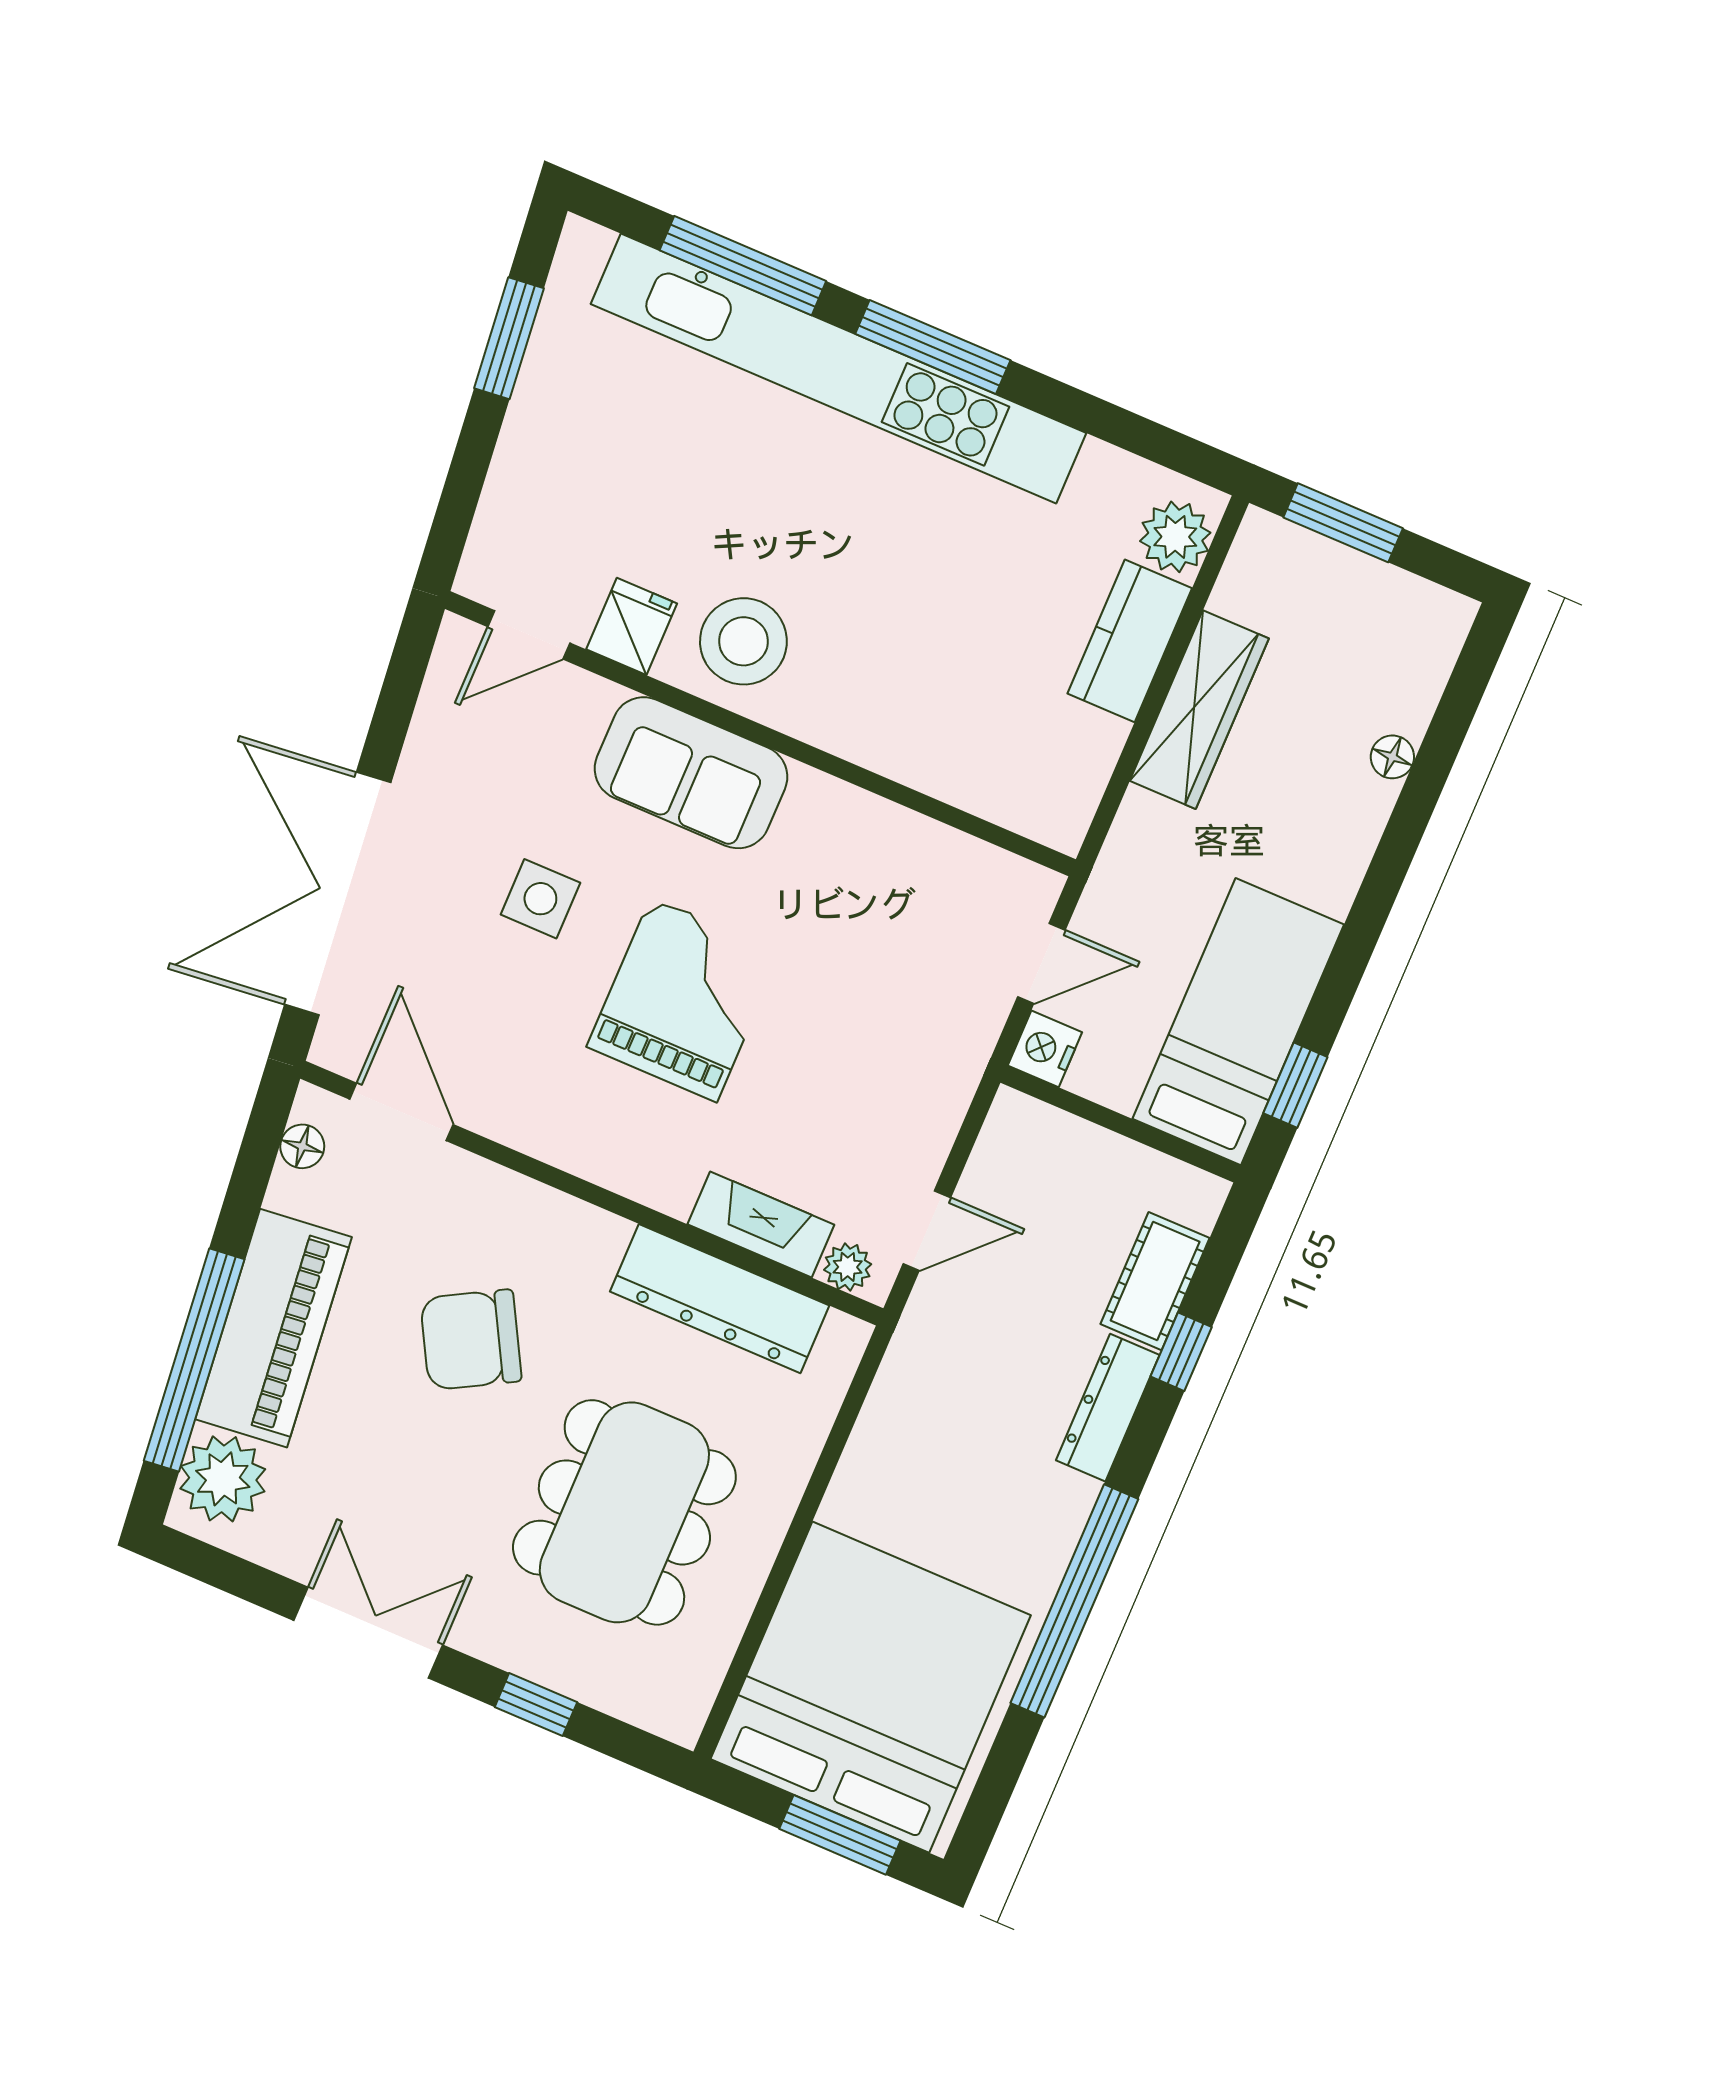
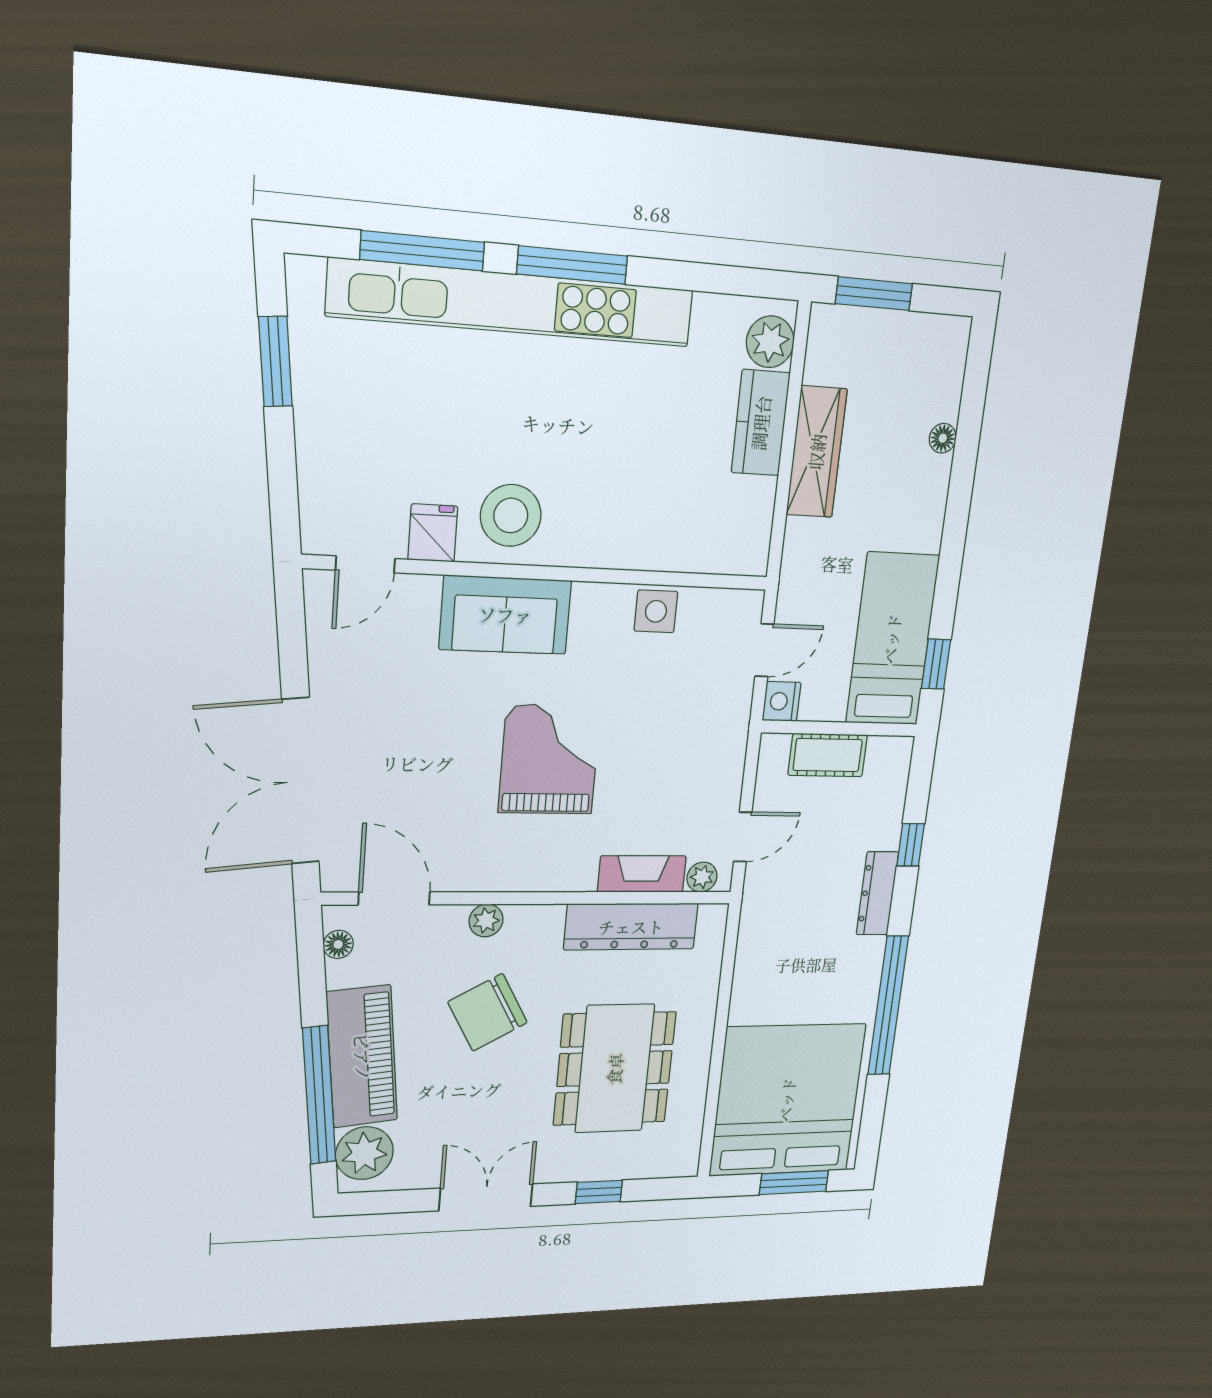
side table: (540, 899) -> (656, 611), moved
plant: (516, 1199) -> (486, 920), added
cot: (1155, 1281) -> (828, 755), moved, turned 90

